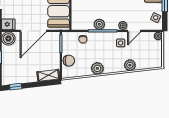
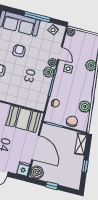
plant: (99, 24) -> (49, 72), moved
plant: (97, 68) -> (85, 107), moved
window: (16, 87) -> (85, 166), moved

